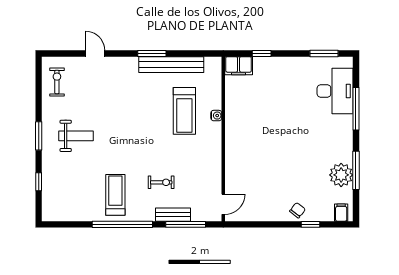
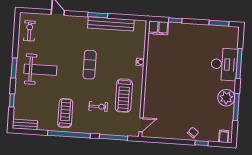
desk: (335, 91) -> (224, 64), moved
treadmill: (184, 111) -> (124, 96), moved
exercise mat: (145, 124) -> (90, 65), added
weight bench: (76, 136) -> (40, 70), width x1.36, depth x1.33
plant: (341, 175) -> (226, 98), moved
bench: (173, 215) -> (25, 124), moved

